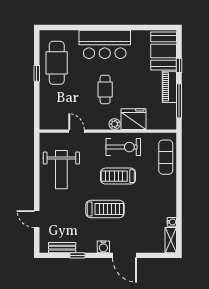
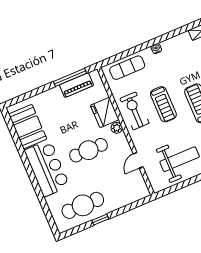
booth: (164, 51) -> (28, 127), moved, turned 90
window: (179, 65) -> (37, 91), removed
piano: (169, 87) -> (77, 85), moved
cafe table: (105, 89) -> (88, 150), width x1.37, depth x1.35
water cooler: (172, 222) -> (156, 49), moved

